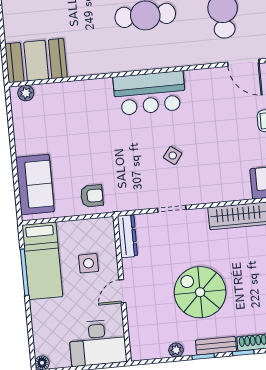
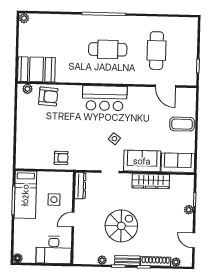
armchair: (60, 101) -> (48, 96), added
sofa: (35, 185) -> (142, 161), moved, turned -90
spiral stairs: (200, 292) -> (121, 226), turned 90

